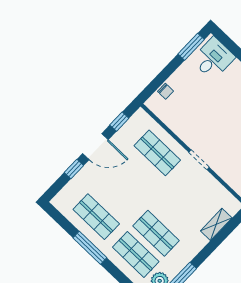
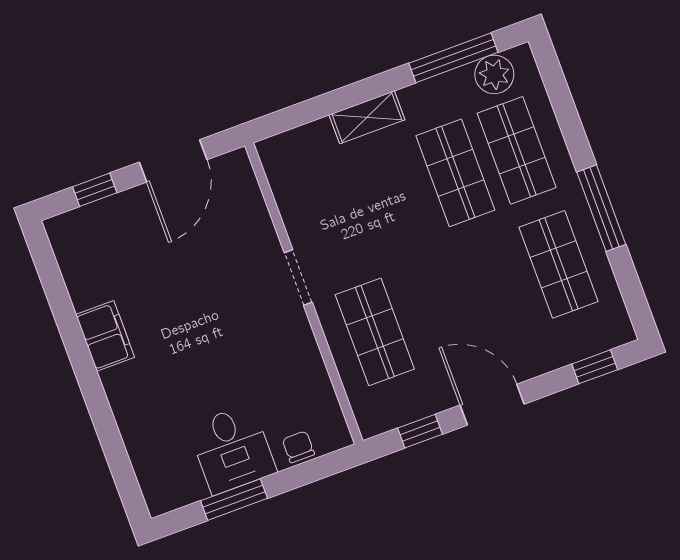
window: (191, 47) -> (234, 500), moved
desk: (213, 59) -> (232, 449), moved, turned -90
window: (74, 169) -> (595, 367), moved
shelving: (216, 224) -> (367, 117), moved

